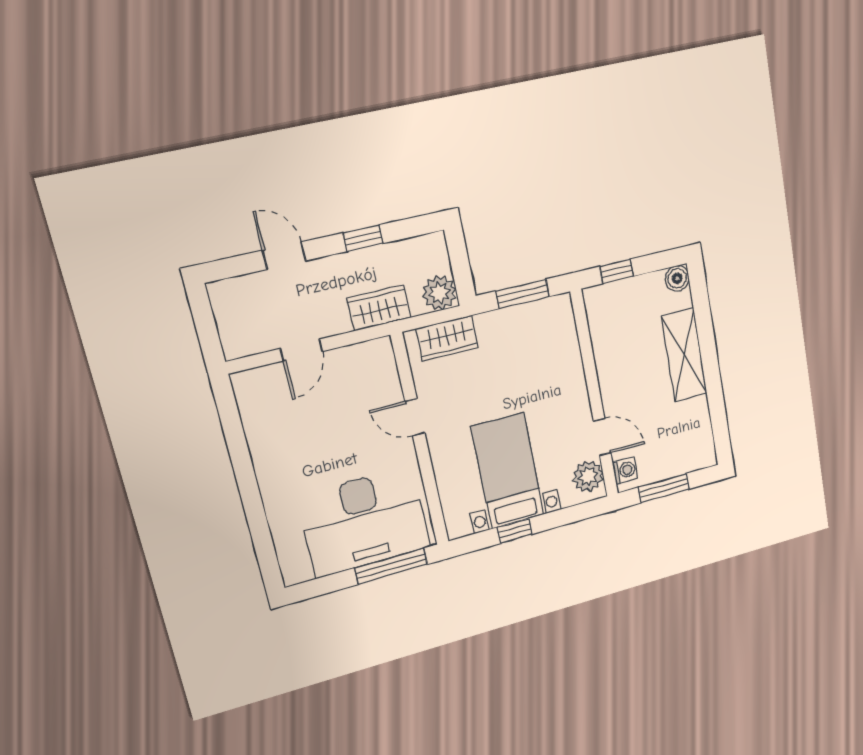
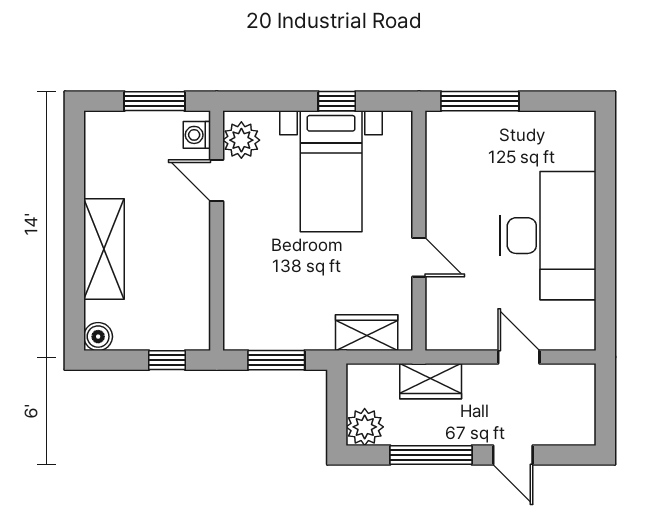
window: (363, 238) -> (431, 455), width x2.17
plant: (439, 293) -> (365, 427), moved
door: (301, 350) -> (519, 357), hinge flipped
desk: (364, 522) -> (548, 236), moved, turned 90

